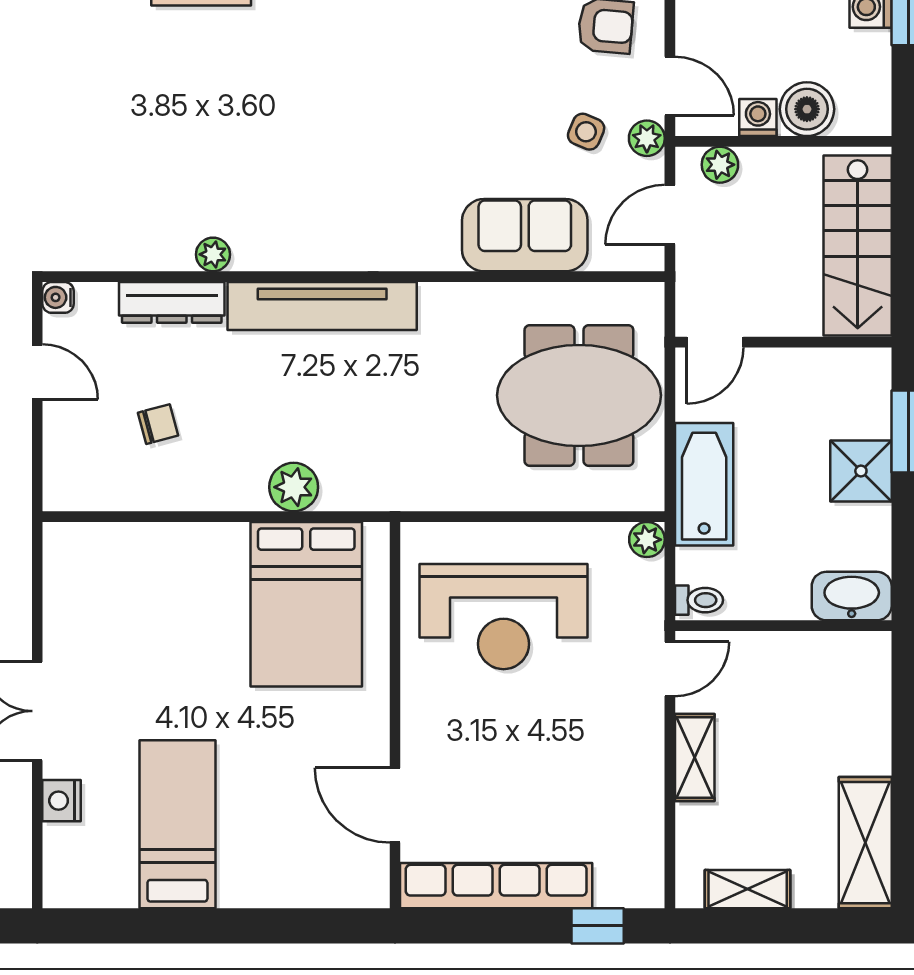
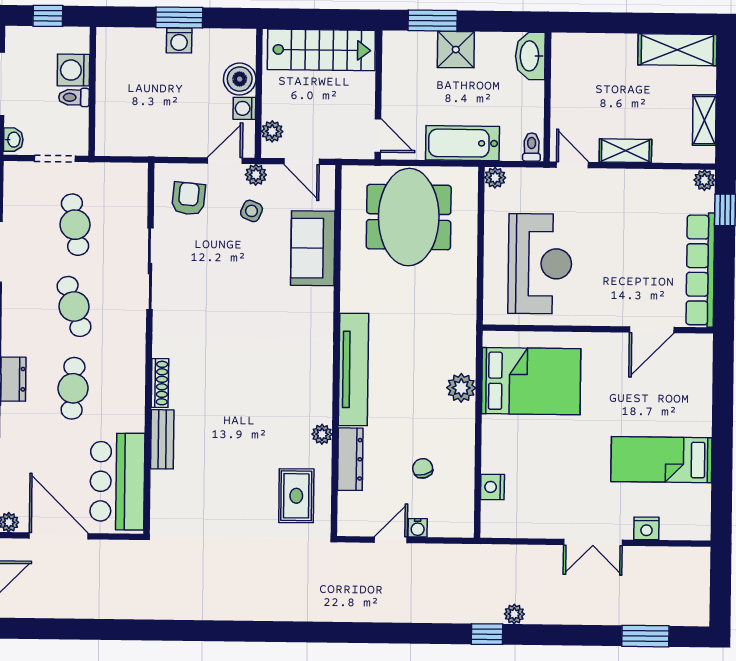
rug: (109, 213) -> (296, 496), added
water cooler: (58, 297) -> (418, 528), moved
nightstand: (128, 541) -> (492, 487), added
plant: (647, 891) -> (704, 180), added

